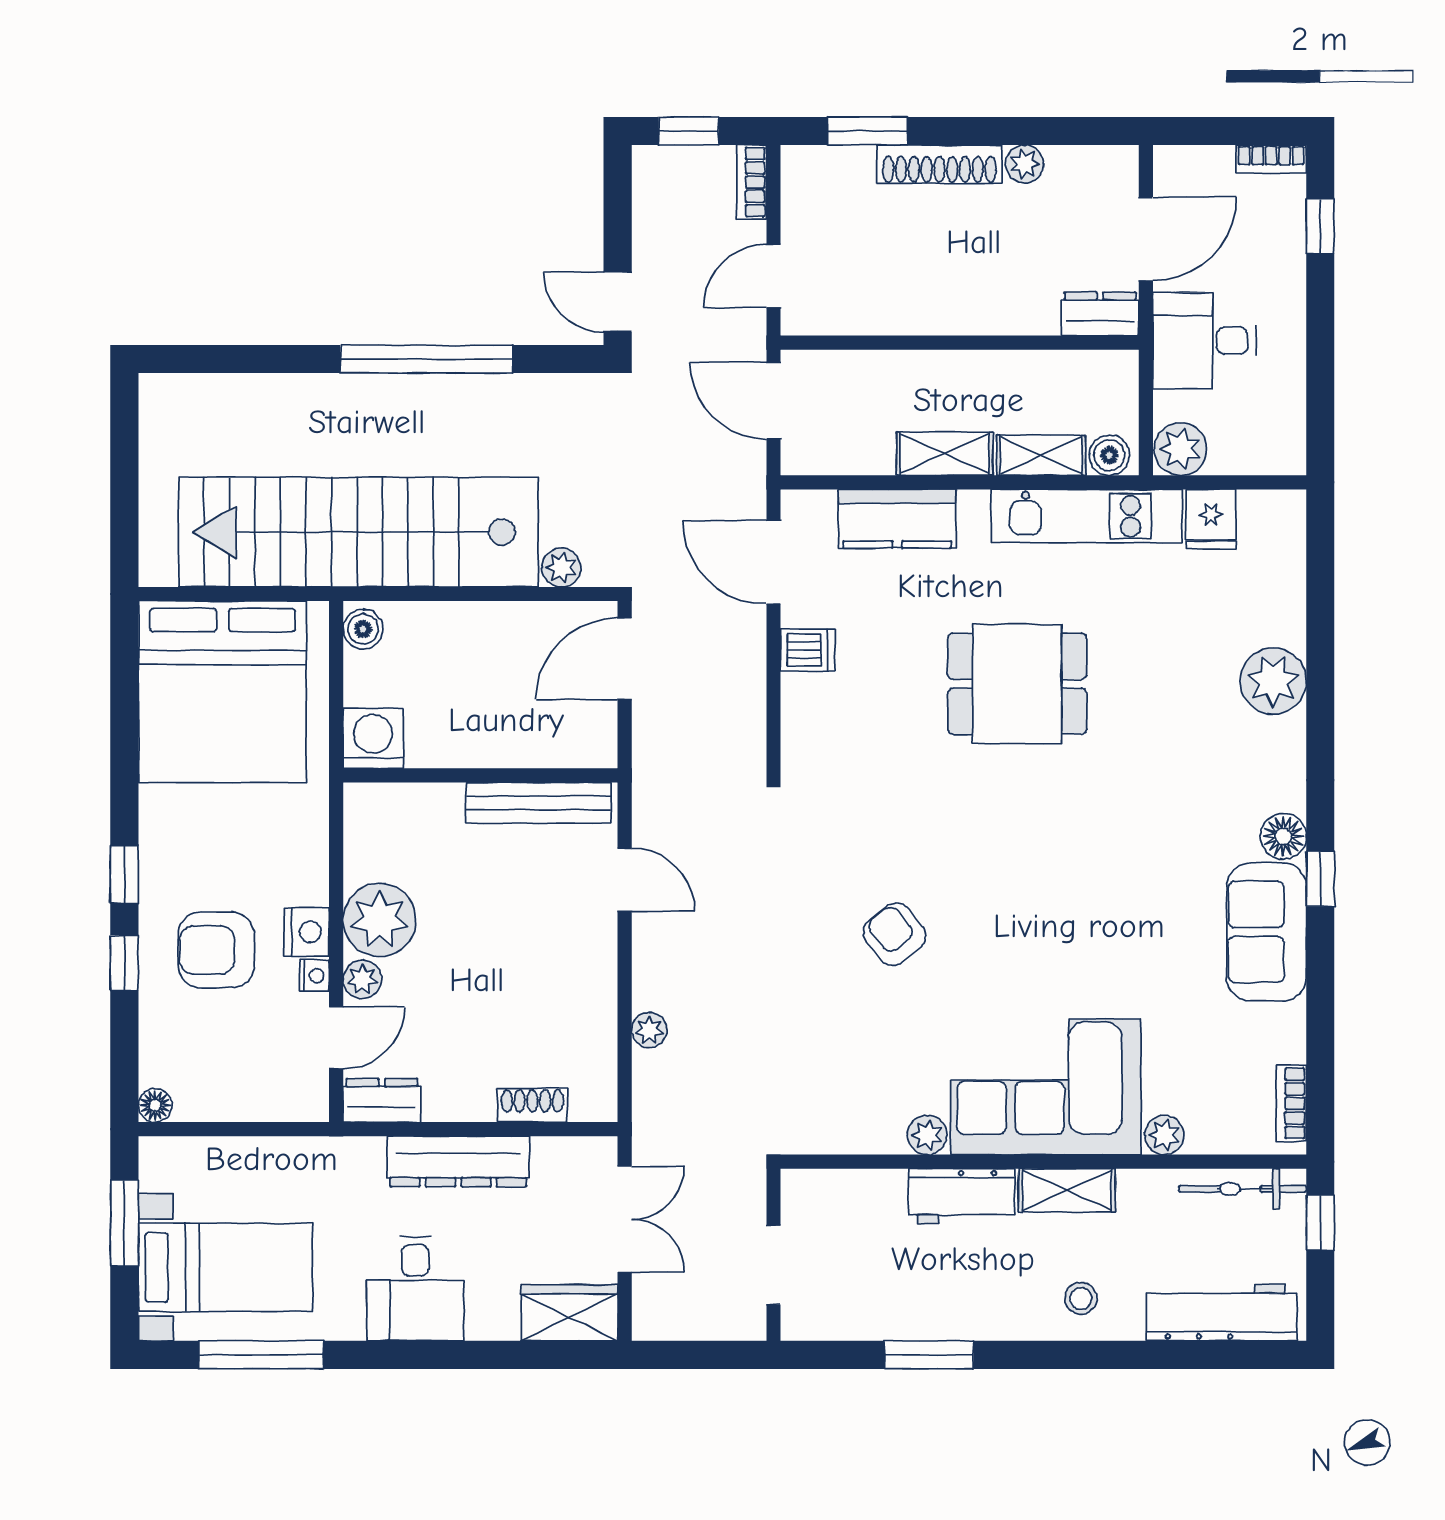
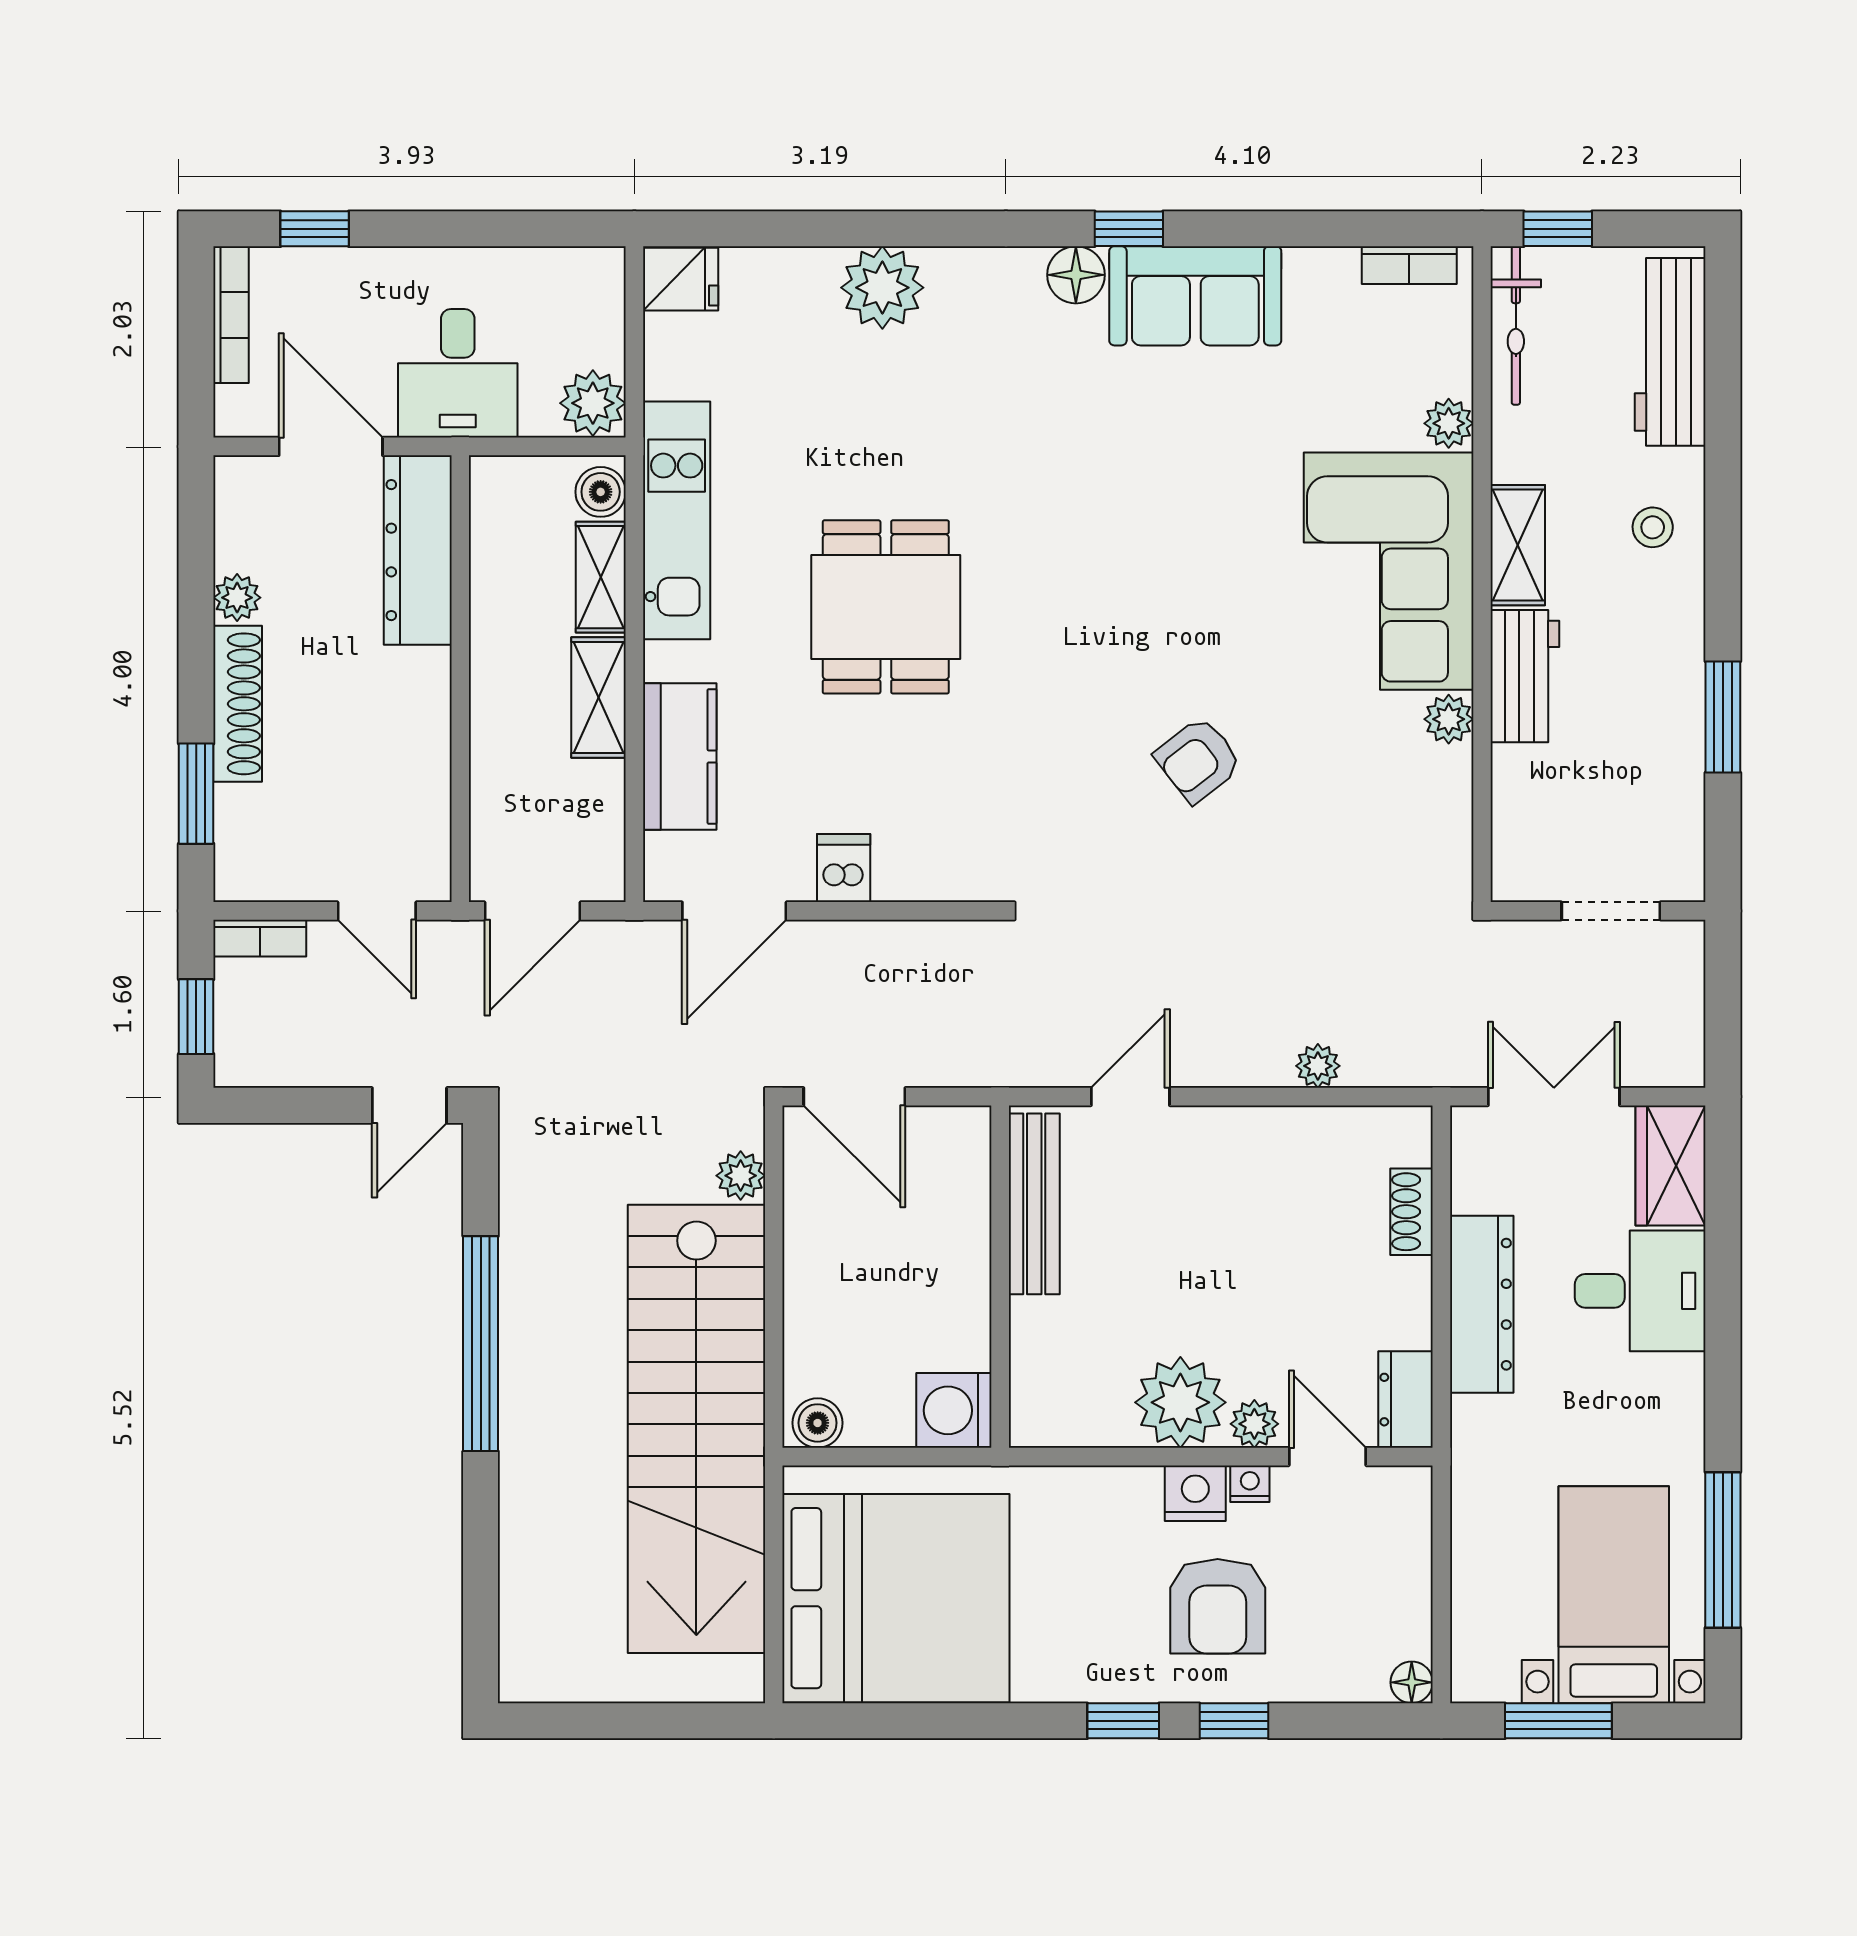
bookcase: (1271, 159) -> (231, 315), width x1.56
dresser: (1100, 314) -> (418, 550), width x1.96, depth x1.24
fridge: (1211, 519) -> (681, 279), moved
desk: (415, 1289) -> (1640, 1291), moved

